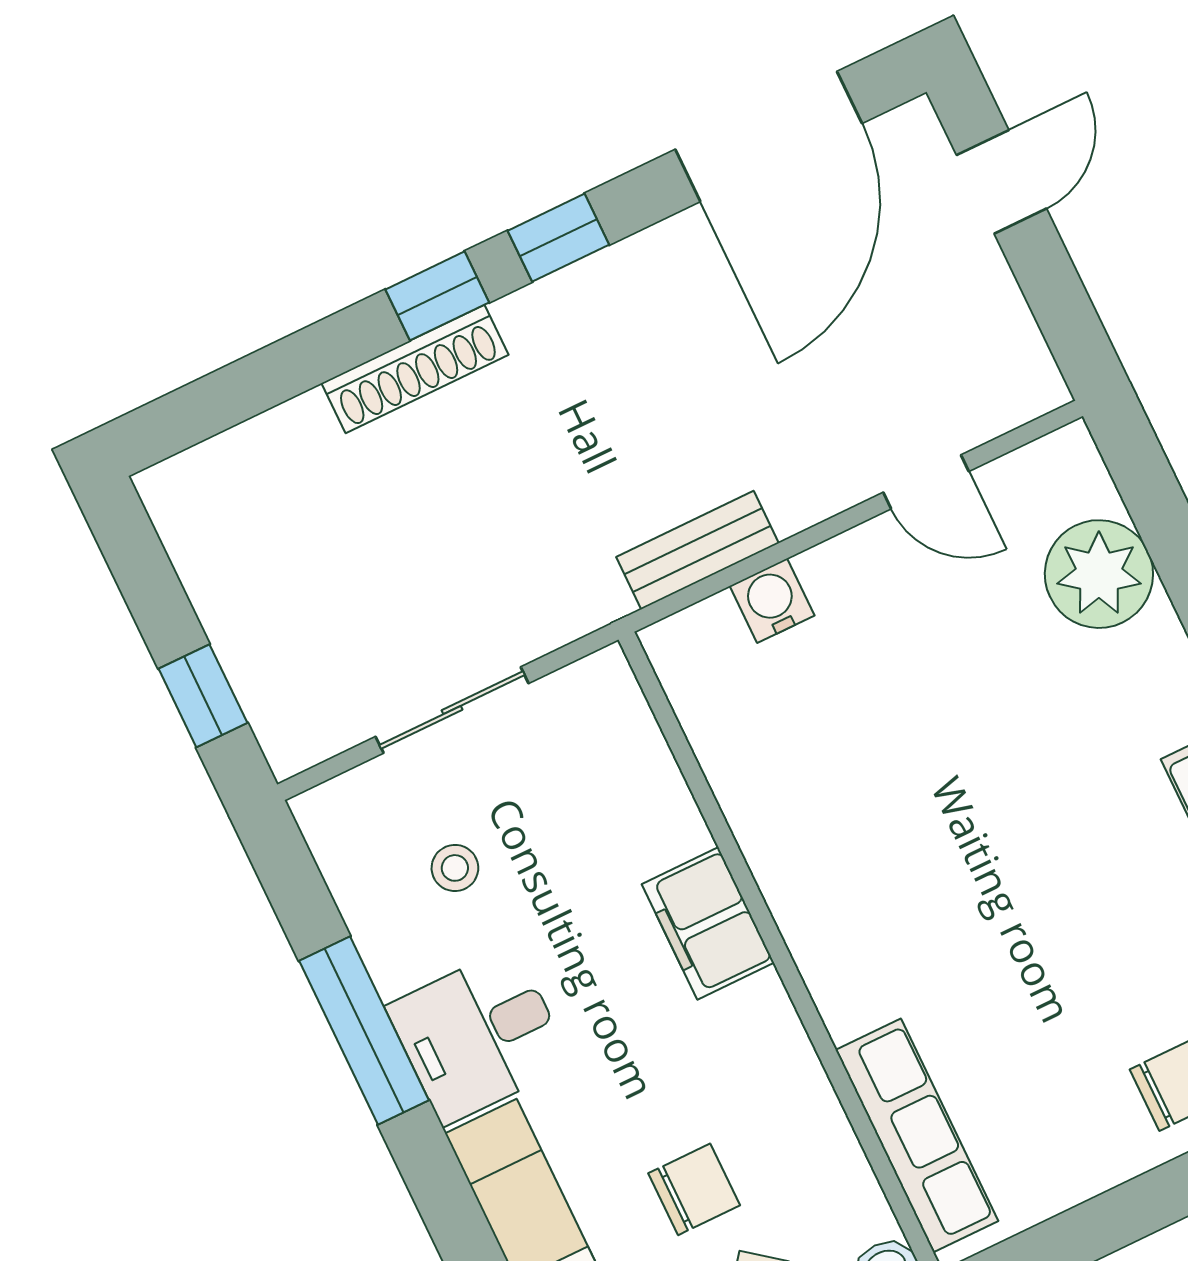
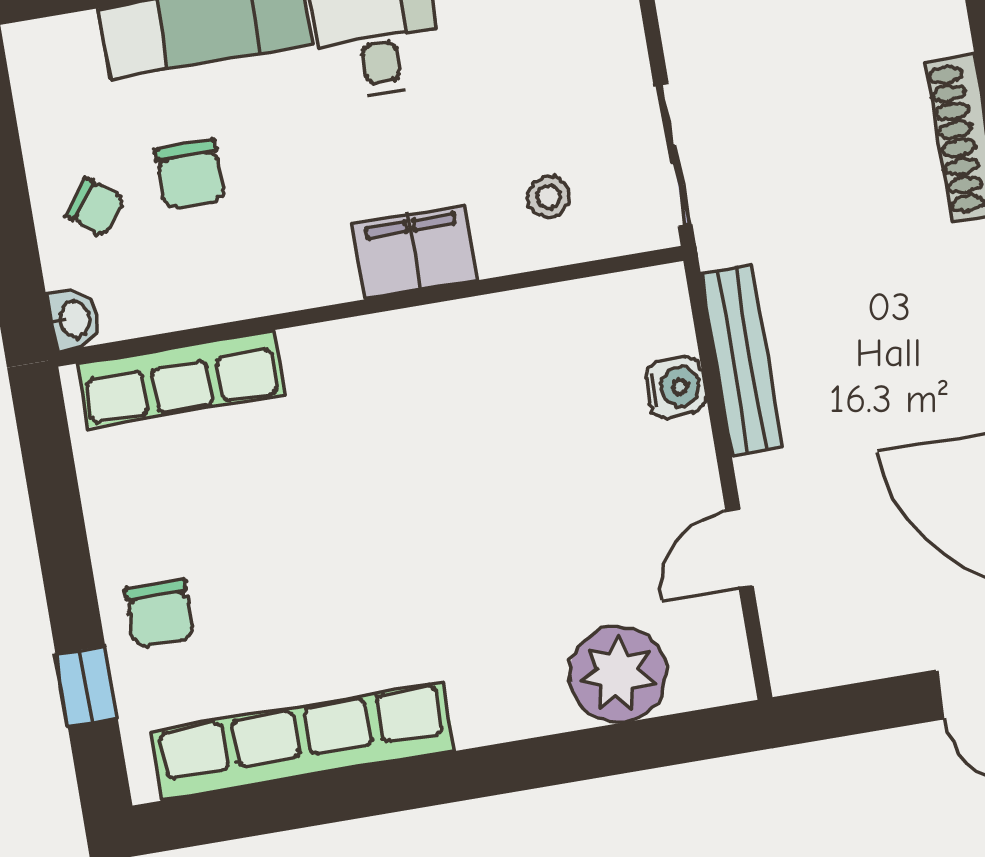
bench: (698, 550) -> (742, 360), width x1.36
sliding door: (452, 710) -> (673, 154), moved
stool: (455, 868) -> (549, 197), moved

